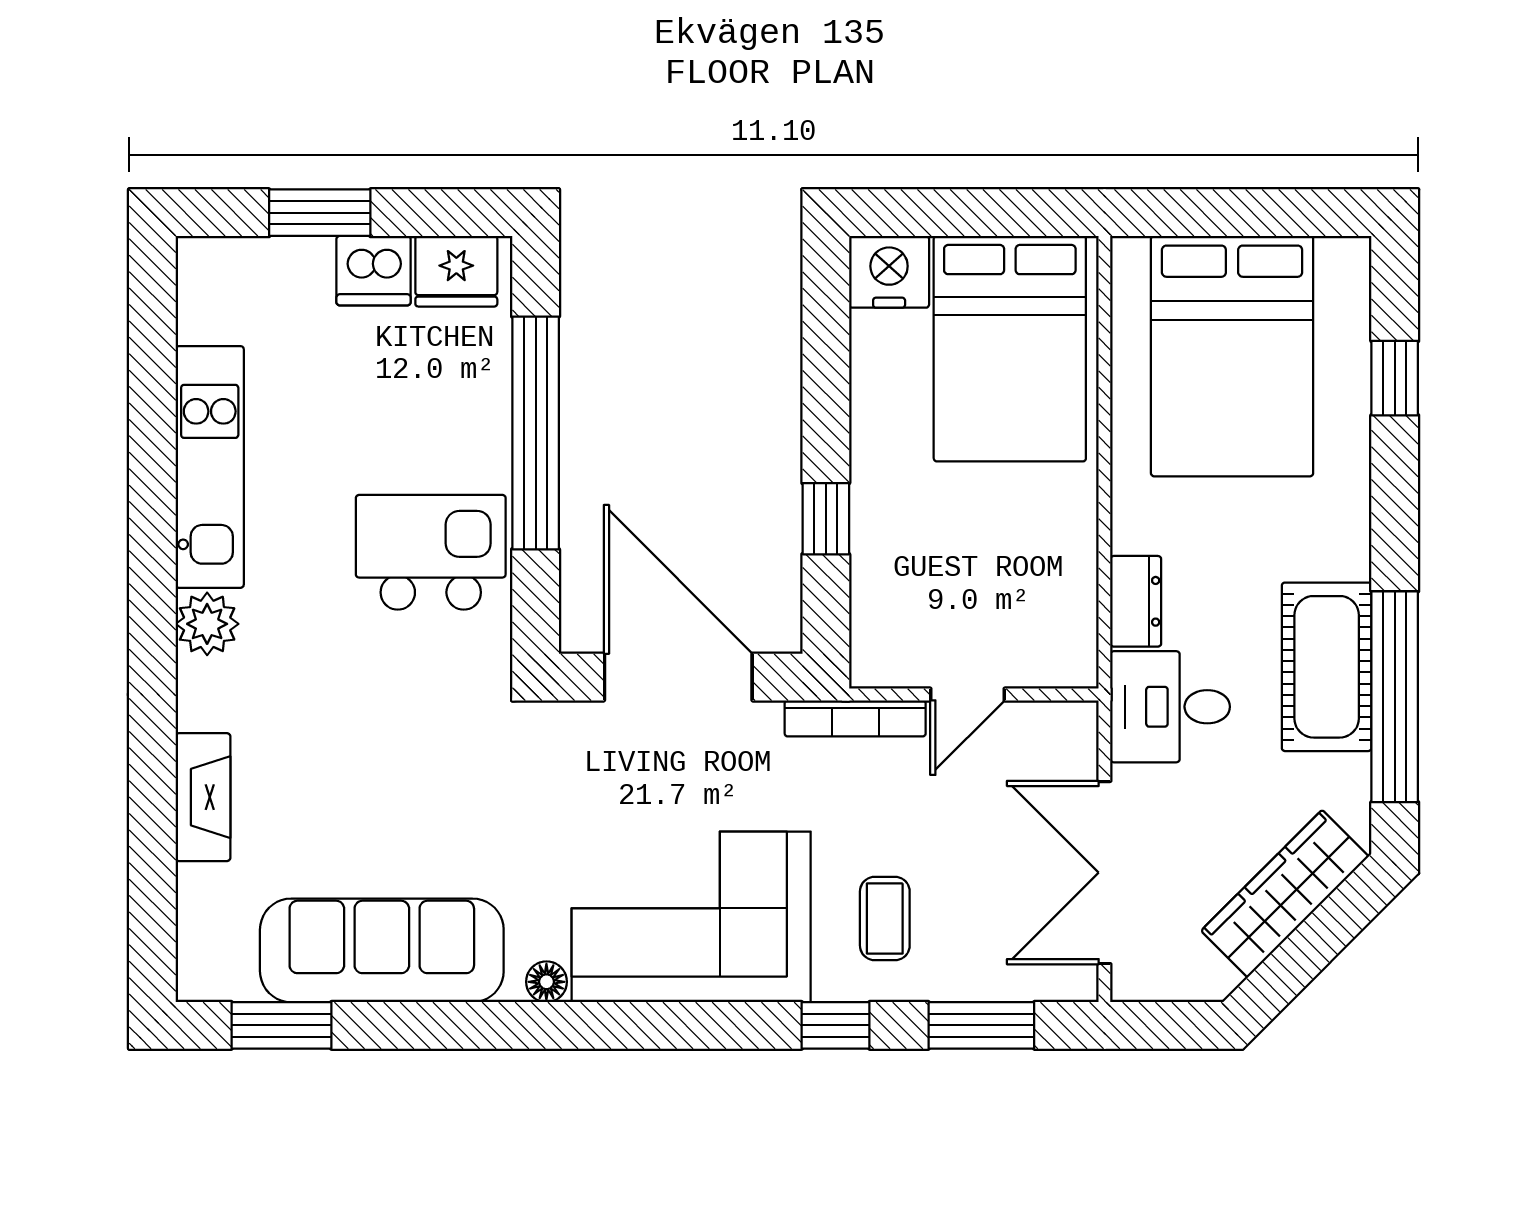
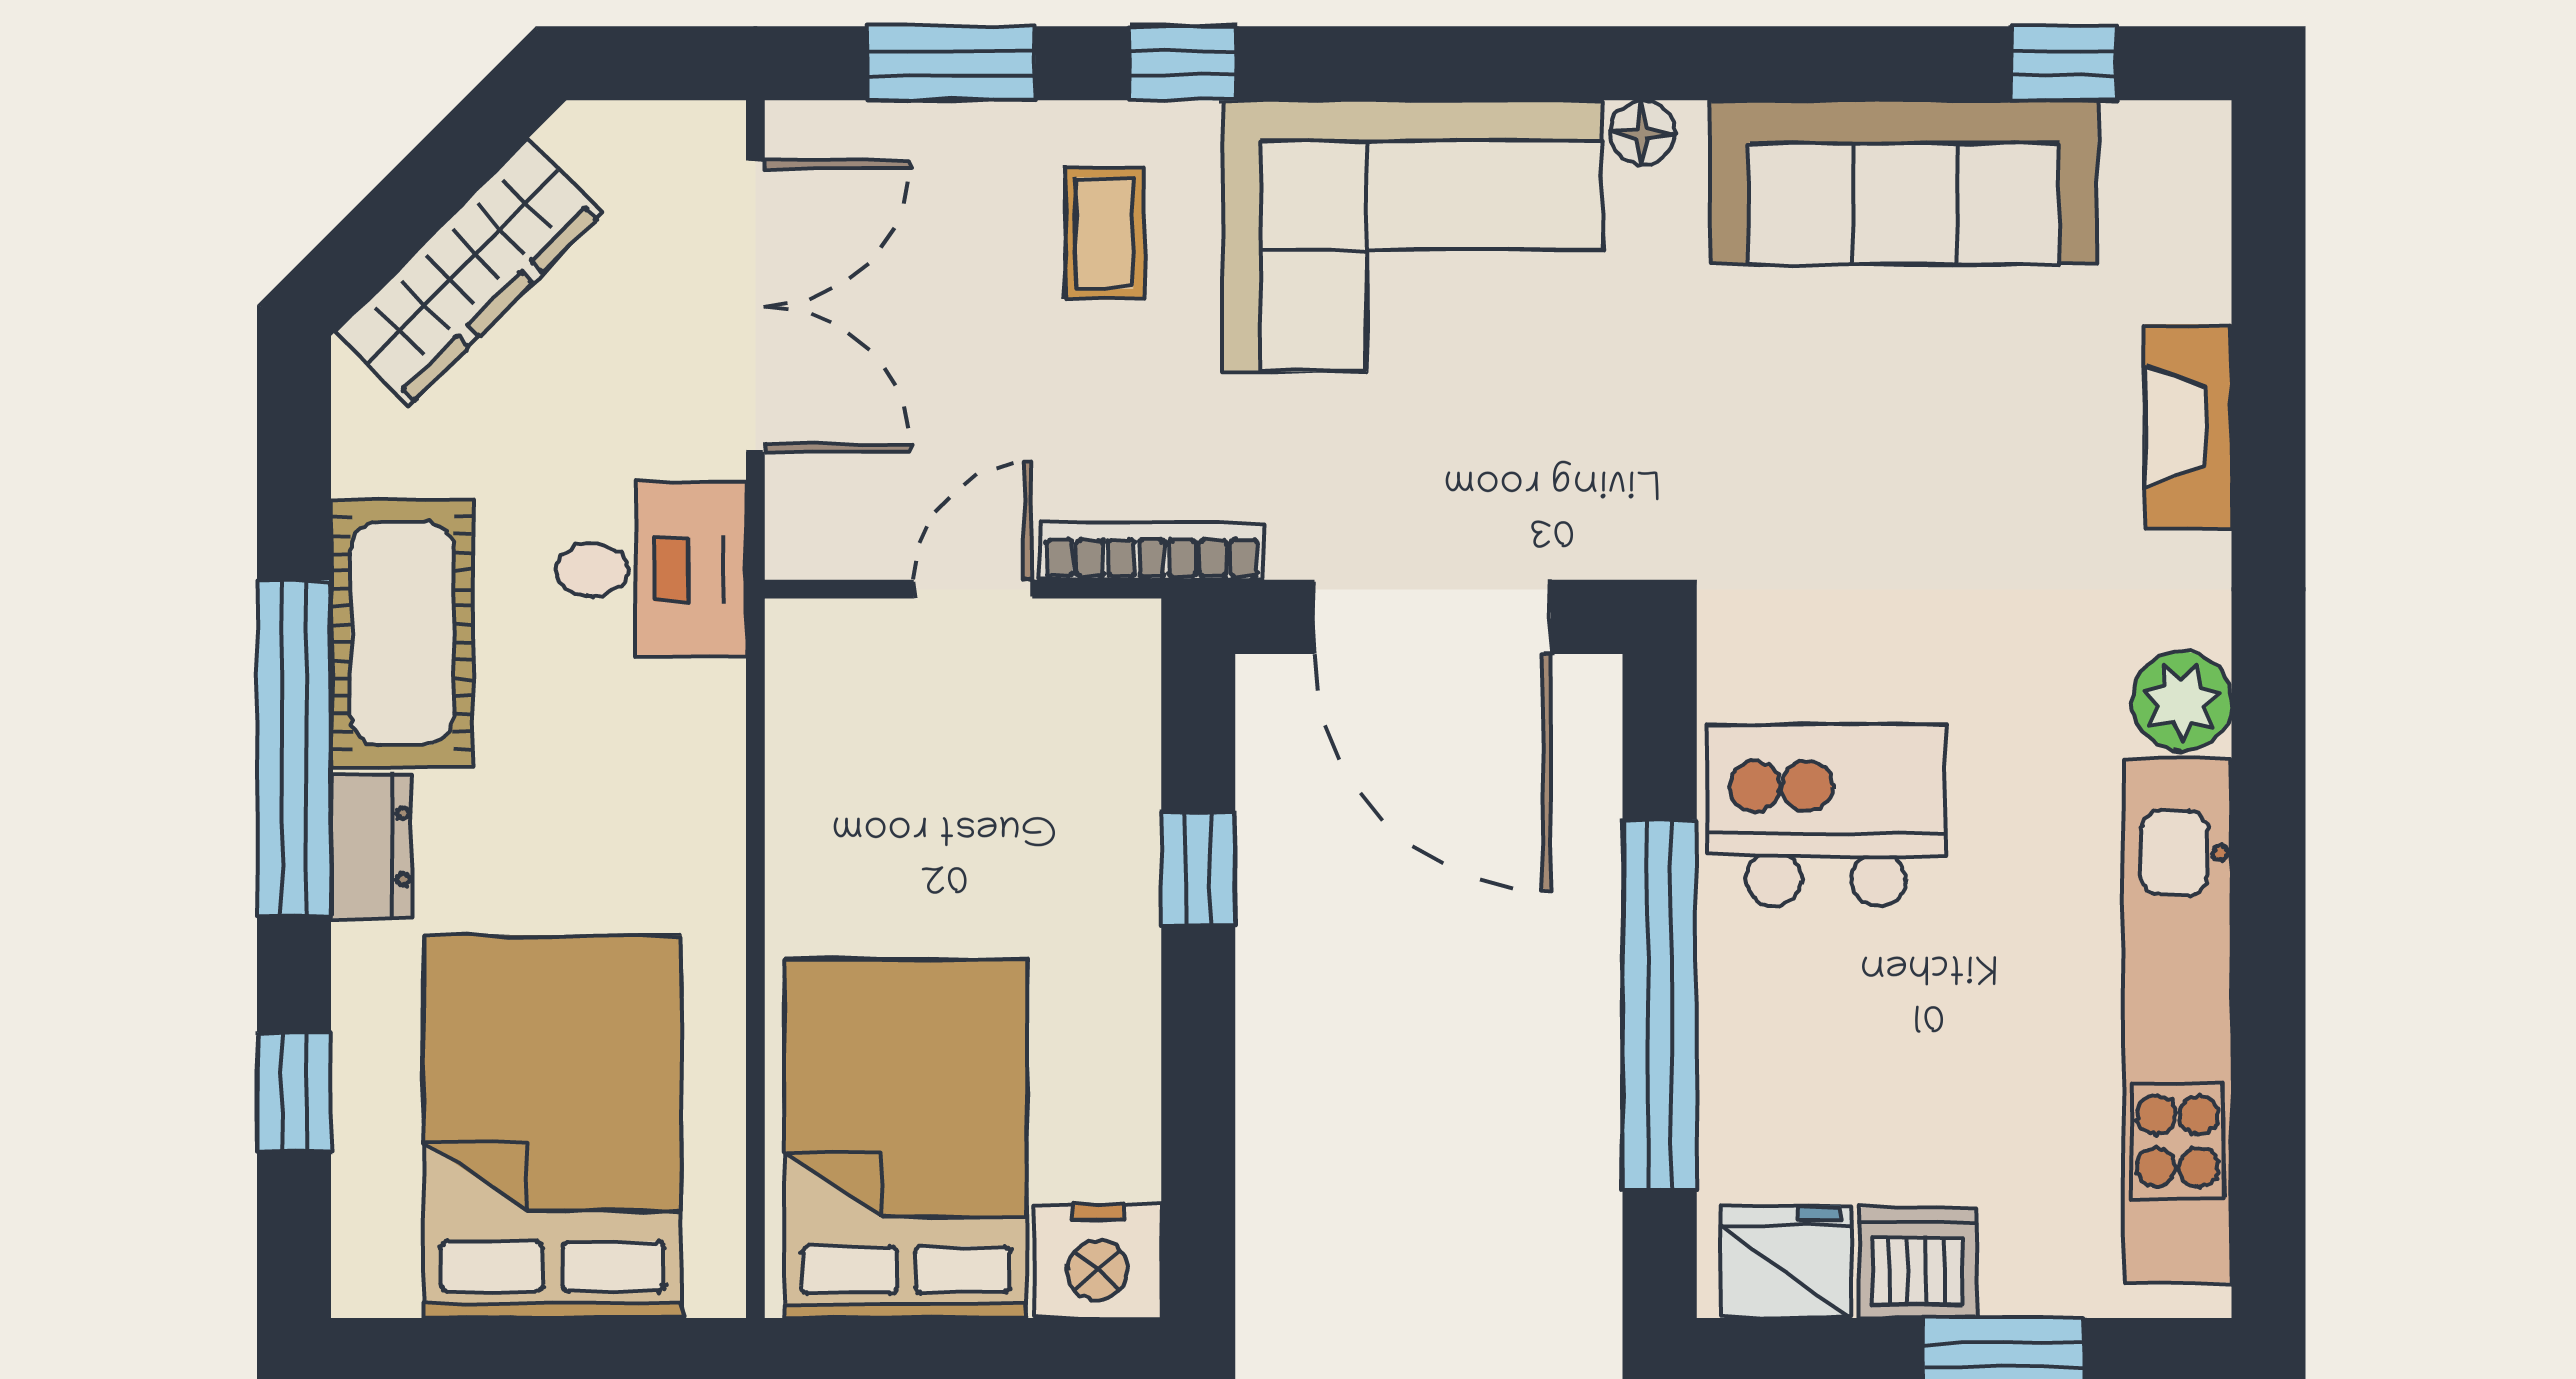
kitchen unit: (210, 467) -> (2178, 1021), width x1.36
kitchen island: (431, 552) -> (1826, 815), turned 180
dresser: (1136, 601) -> (371, 847), moved, turned 180
window: (1395, 697) -> (294, 748), moved
window: (281, 1025) -> (2063, 63), width x0.67

